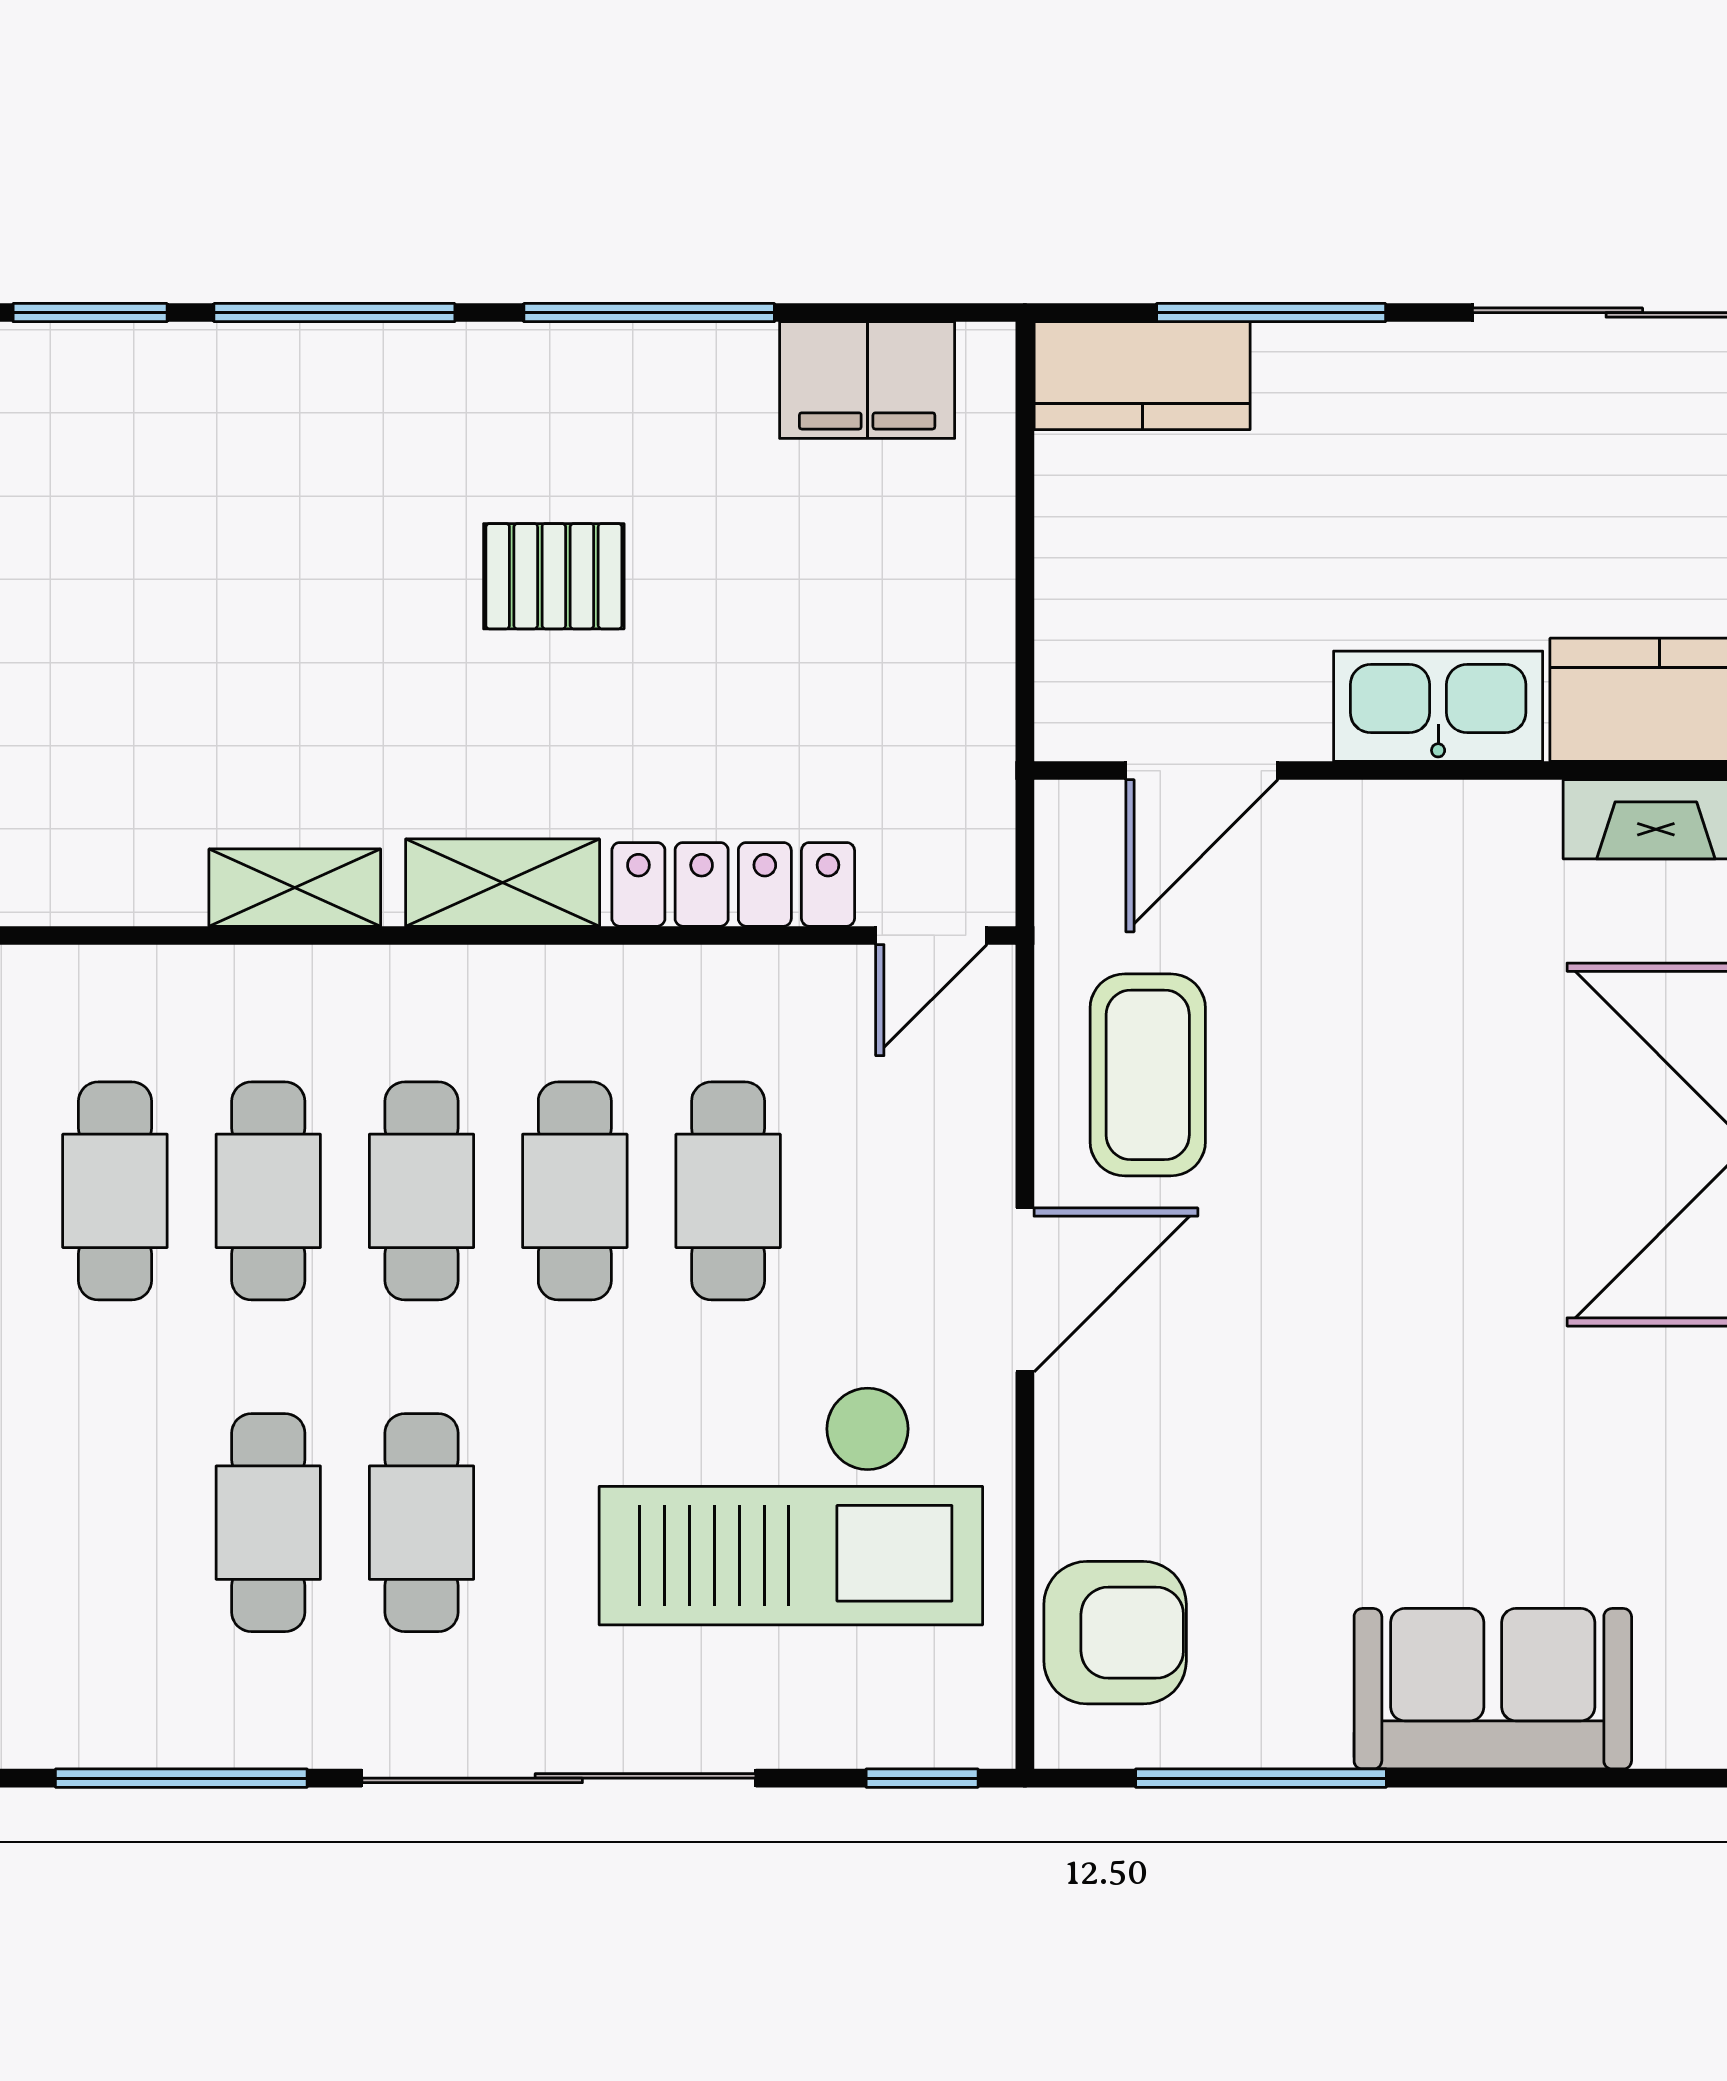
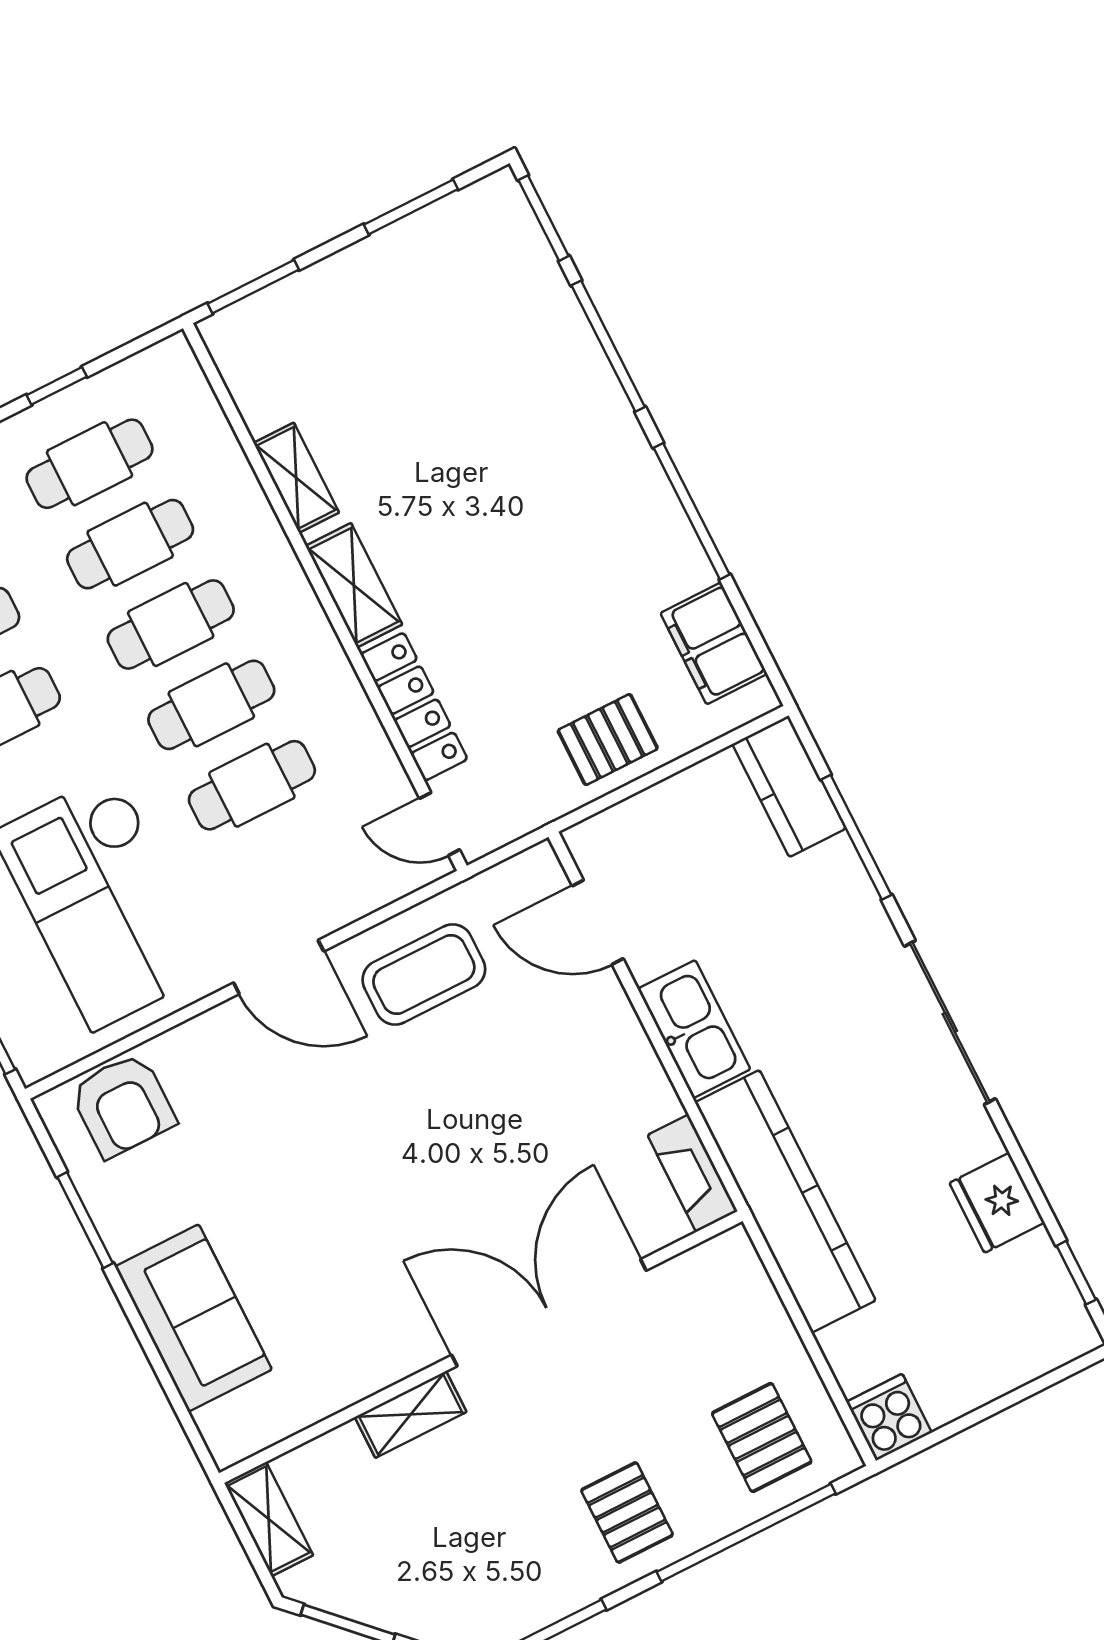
pallet: (554, 576) -> (608, 740), moved, turned 90
window: (1261, 1778) -> (85, 1220), width x0.69

